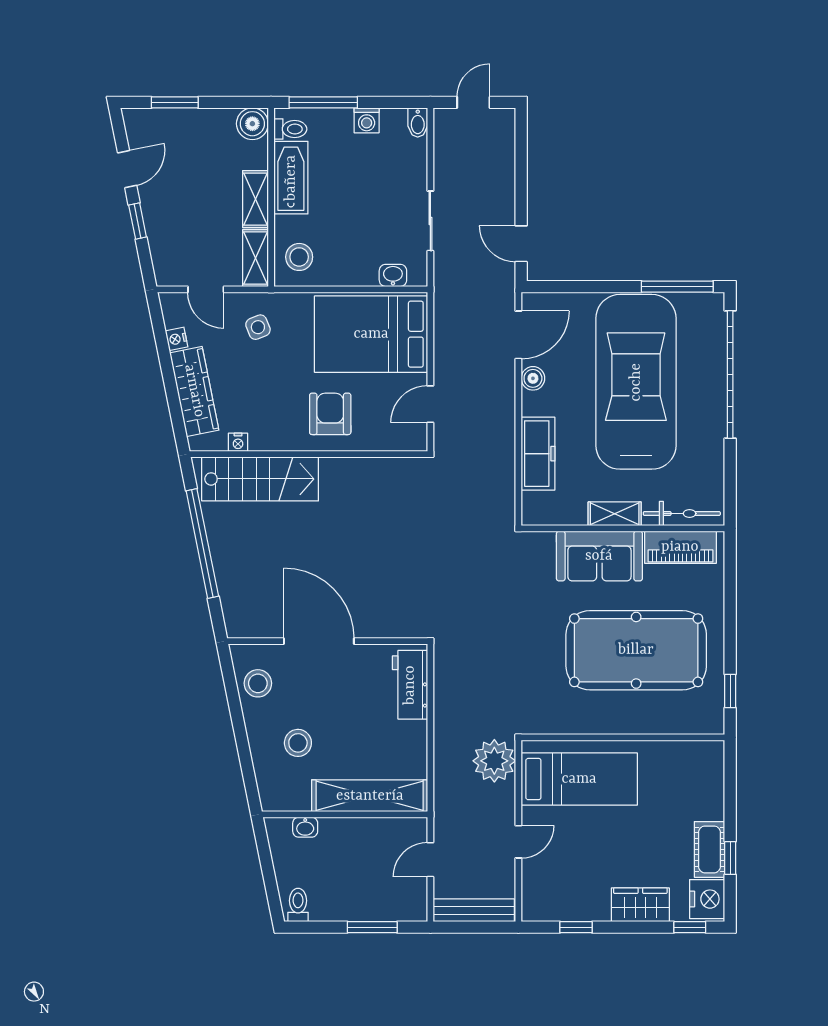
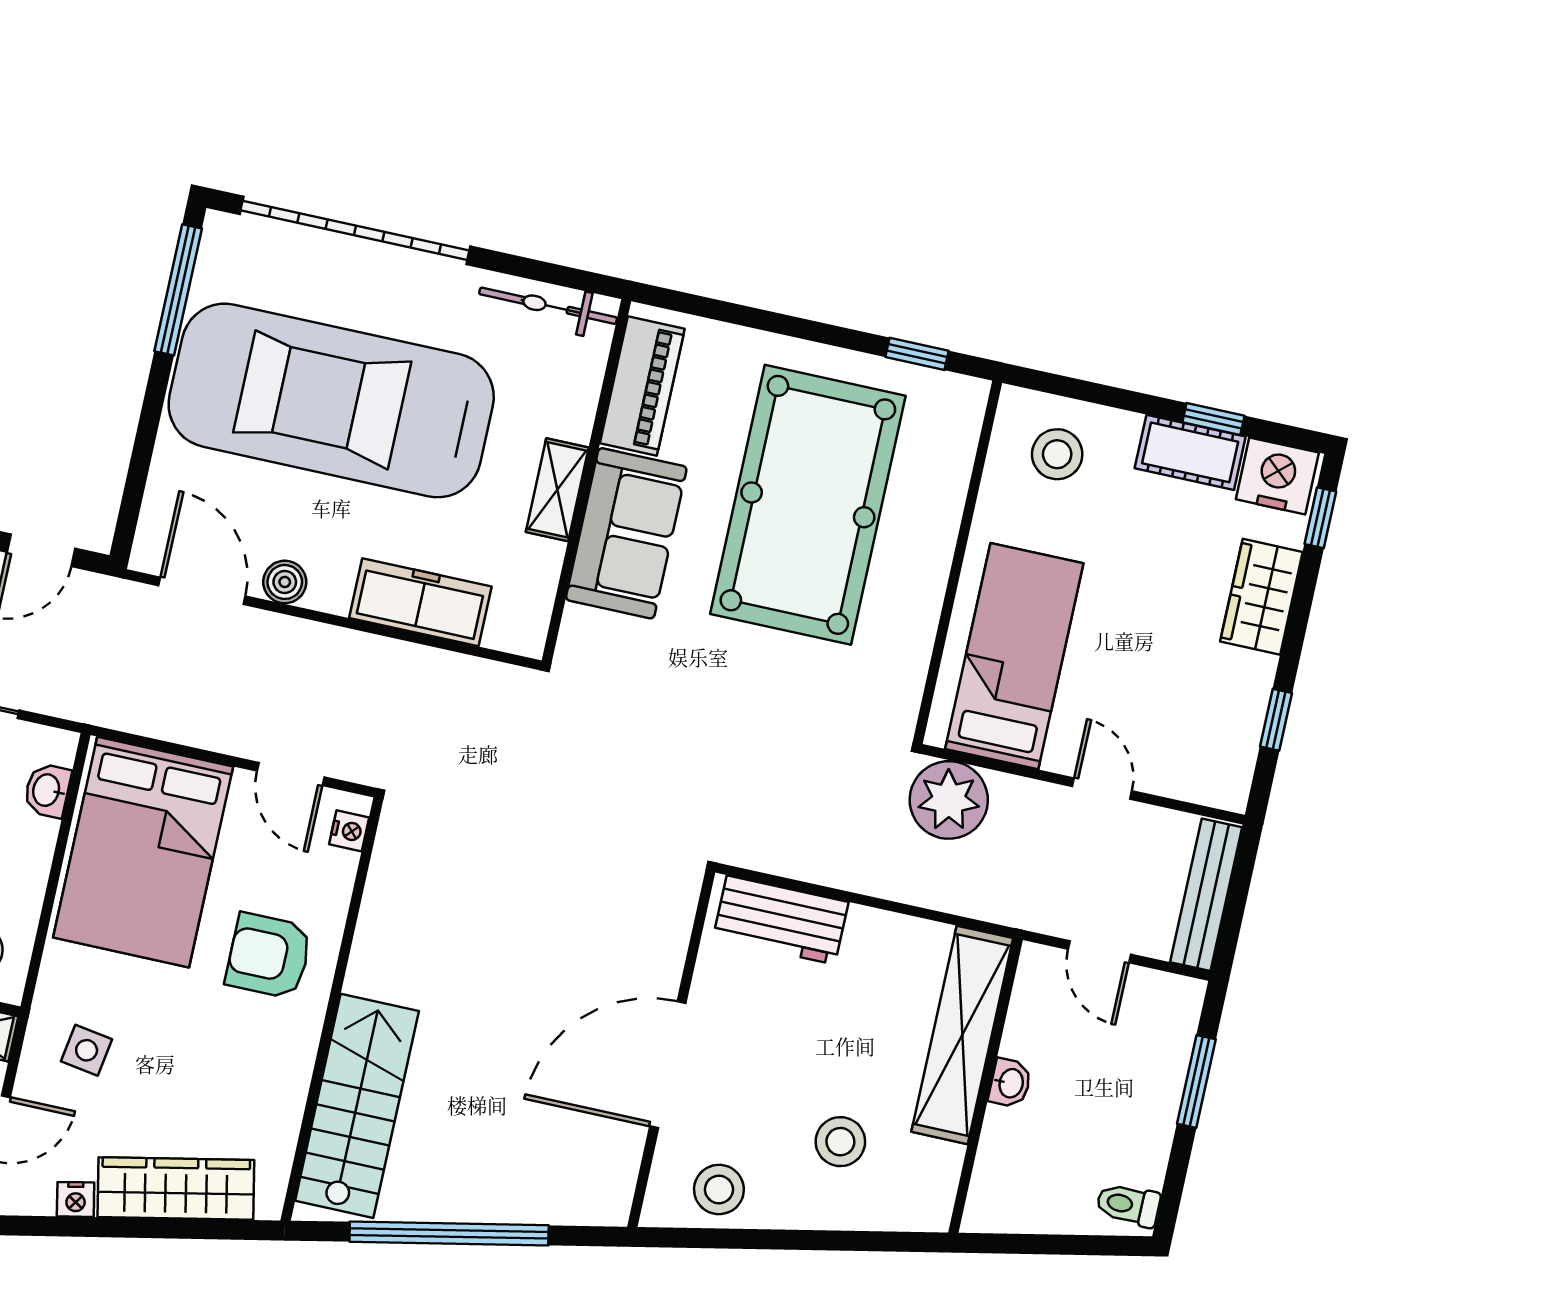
side table: (258, 327) -> (87, 1050), turned 31
nightstand: (238, 442) -> (349, 831), moved
bicycle: (682, 513) -> (548, 306), moved, turned -90
stool: (693, 778) -> (1057, 454), added
washbasin: (305, 827) -> (1010, 1083), moved

